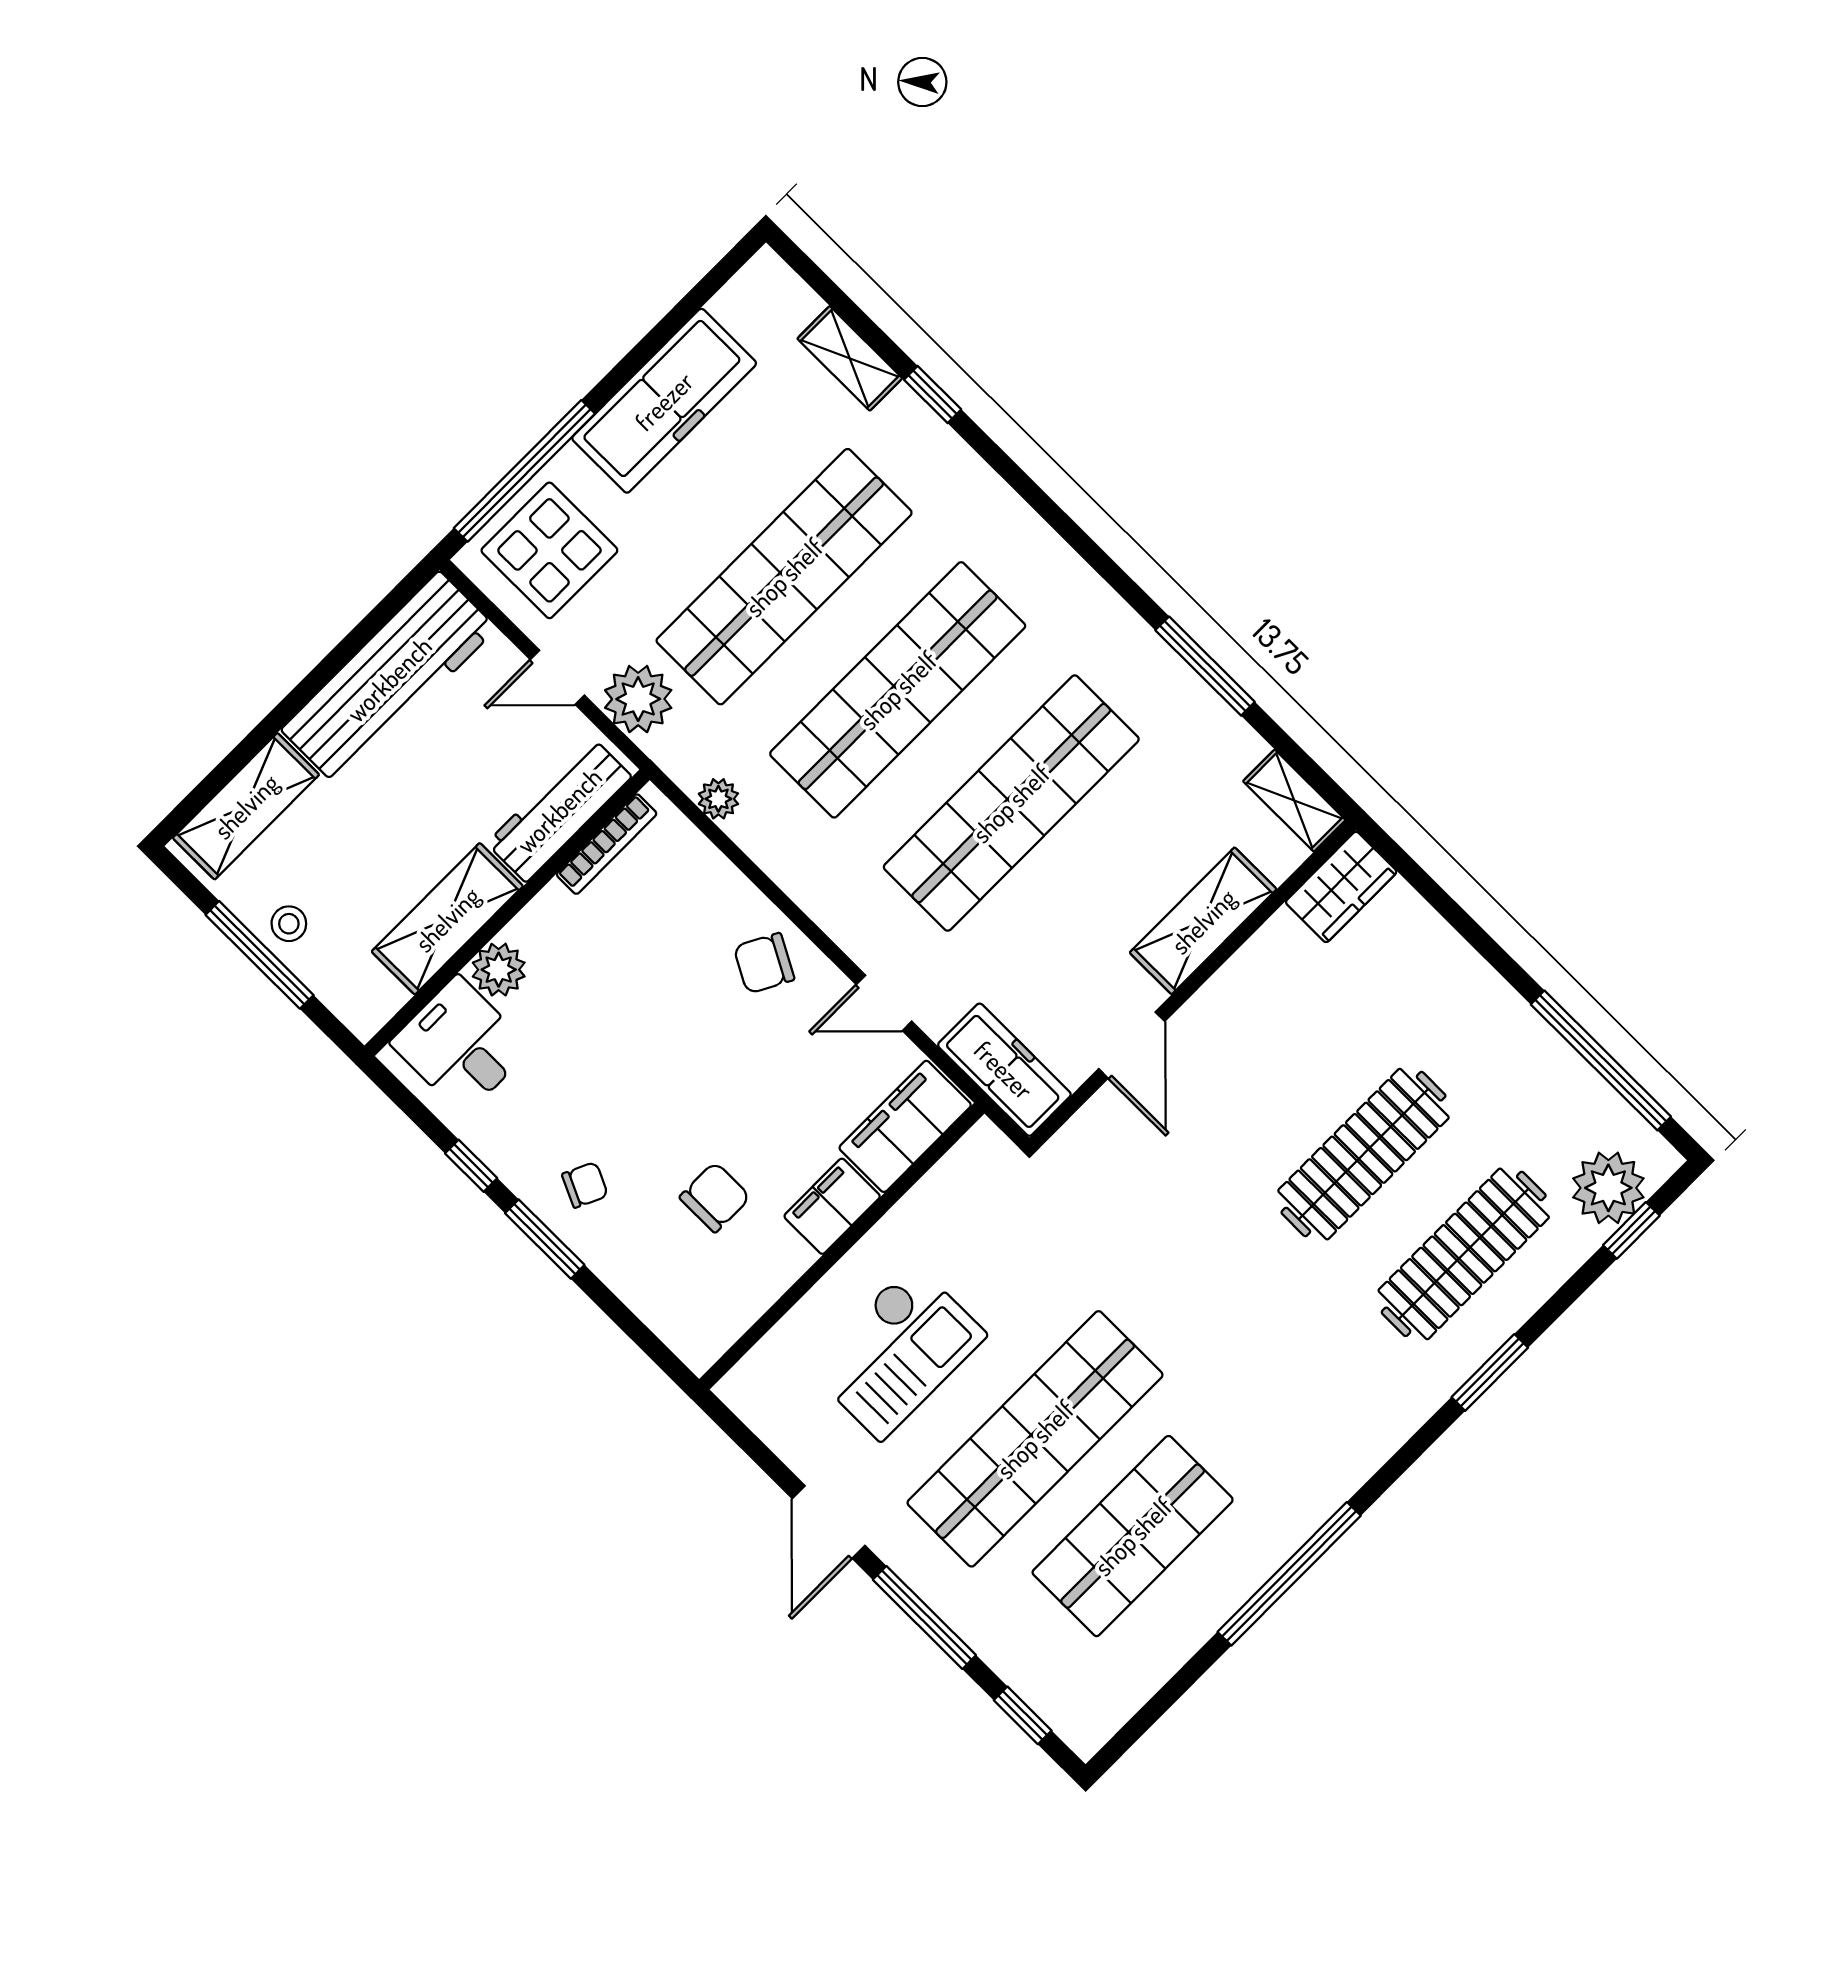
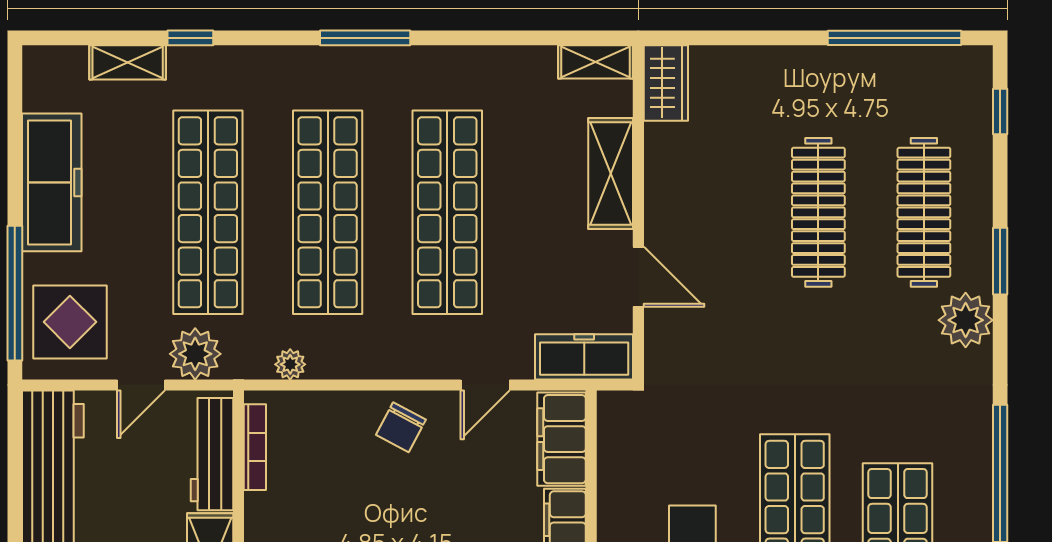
window: (1205, 666) -> (365, 38), moved
plant: (1608, 1188) -> (966, 320), moved

